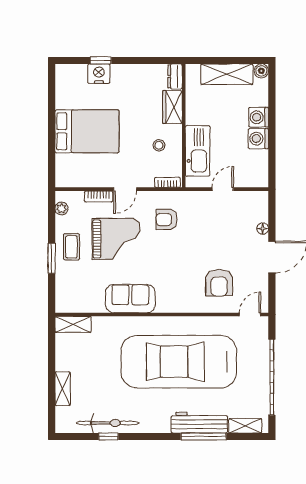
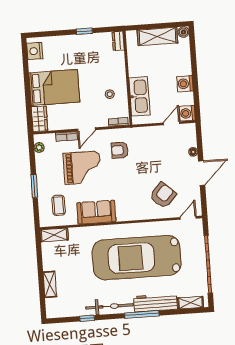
window: (101, 60) -> (84, 31), moved
nightstand: (99, 74) -> (35, 51), moved, turned -90
wardrobe: (172, 107) -> (39, 119), moved, turned 180
washing machine: (259, 117) -> (187, 113), moved
door: (223, 189) -> (172, 123), moved
coffee table: (71, 247) -> (59, 205), moved
armchair: (219, 283) -> (163, 195), turned -138
bicycle: (108, 423) -> (110, 306), moved
window: (204, 437) -> (142, 314), moved

